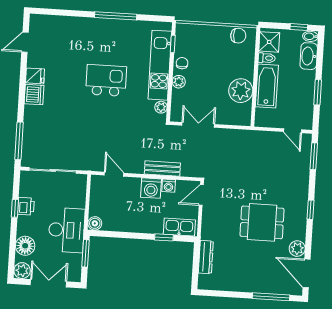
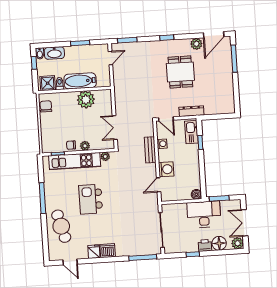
cafe table: (75, 36) -> (61, 226), added
washing machine: (151, 188) -> (166, 169), moved
printer: (26, 206) -> (205, 245), moved
dresser: (206, 257) -> (191, 111), moved

